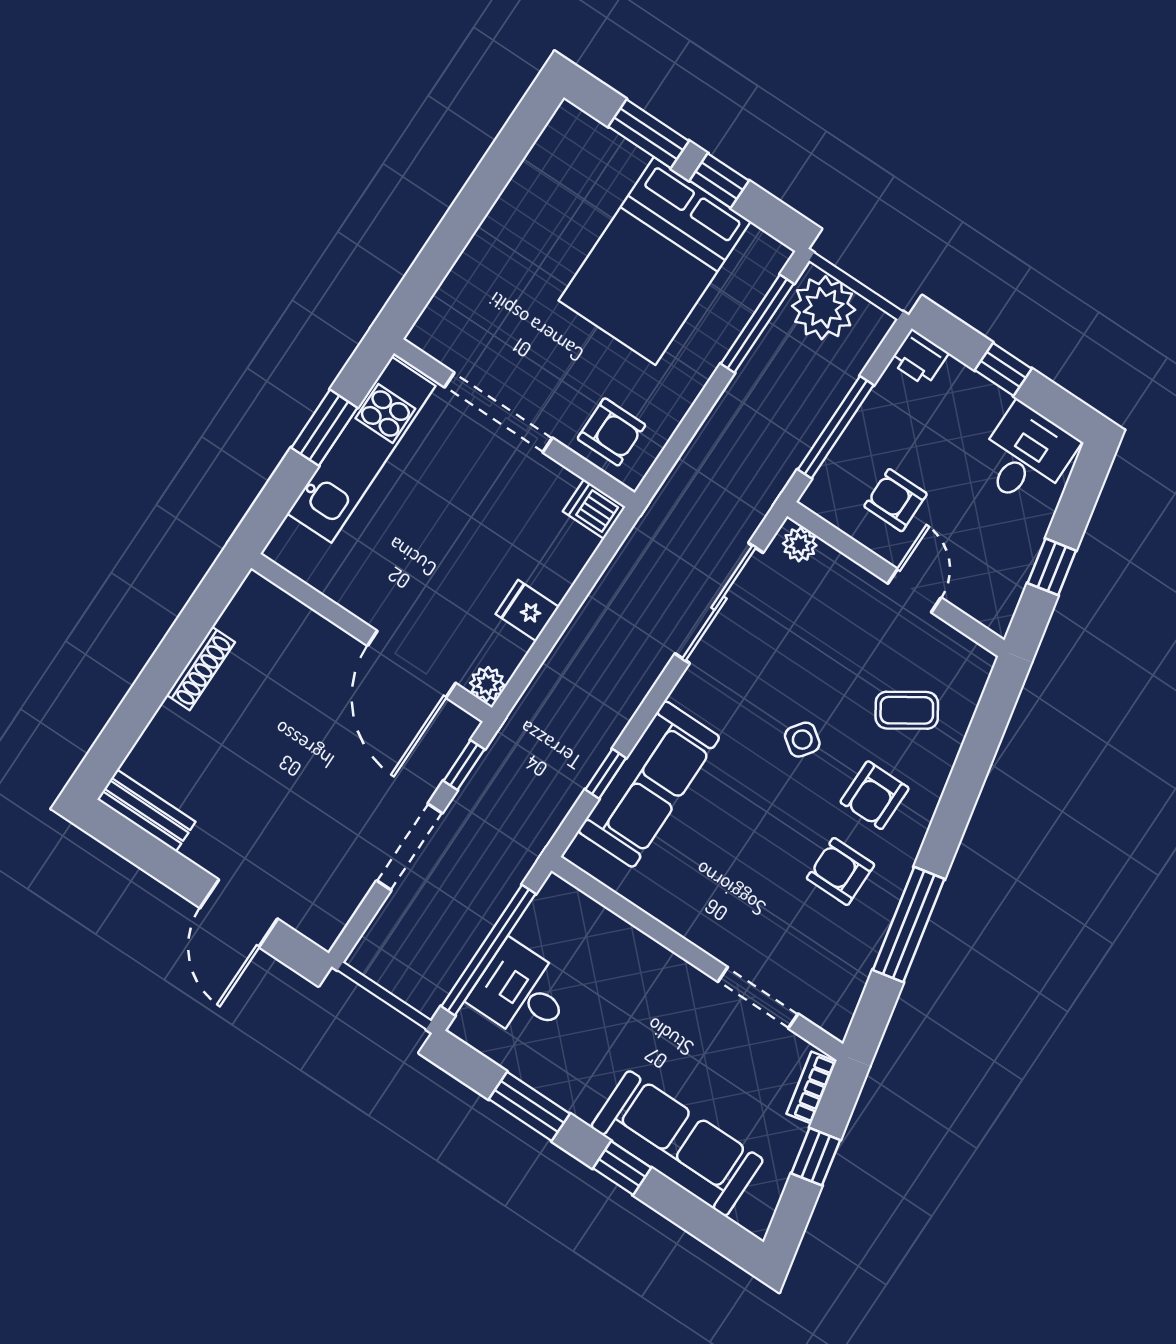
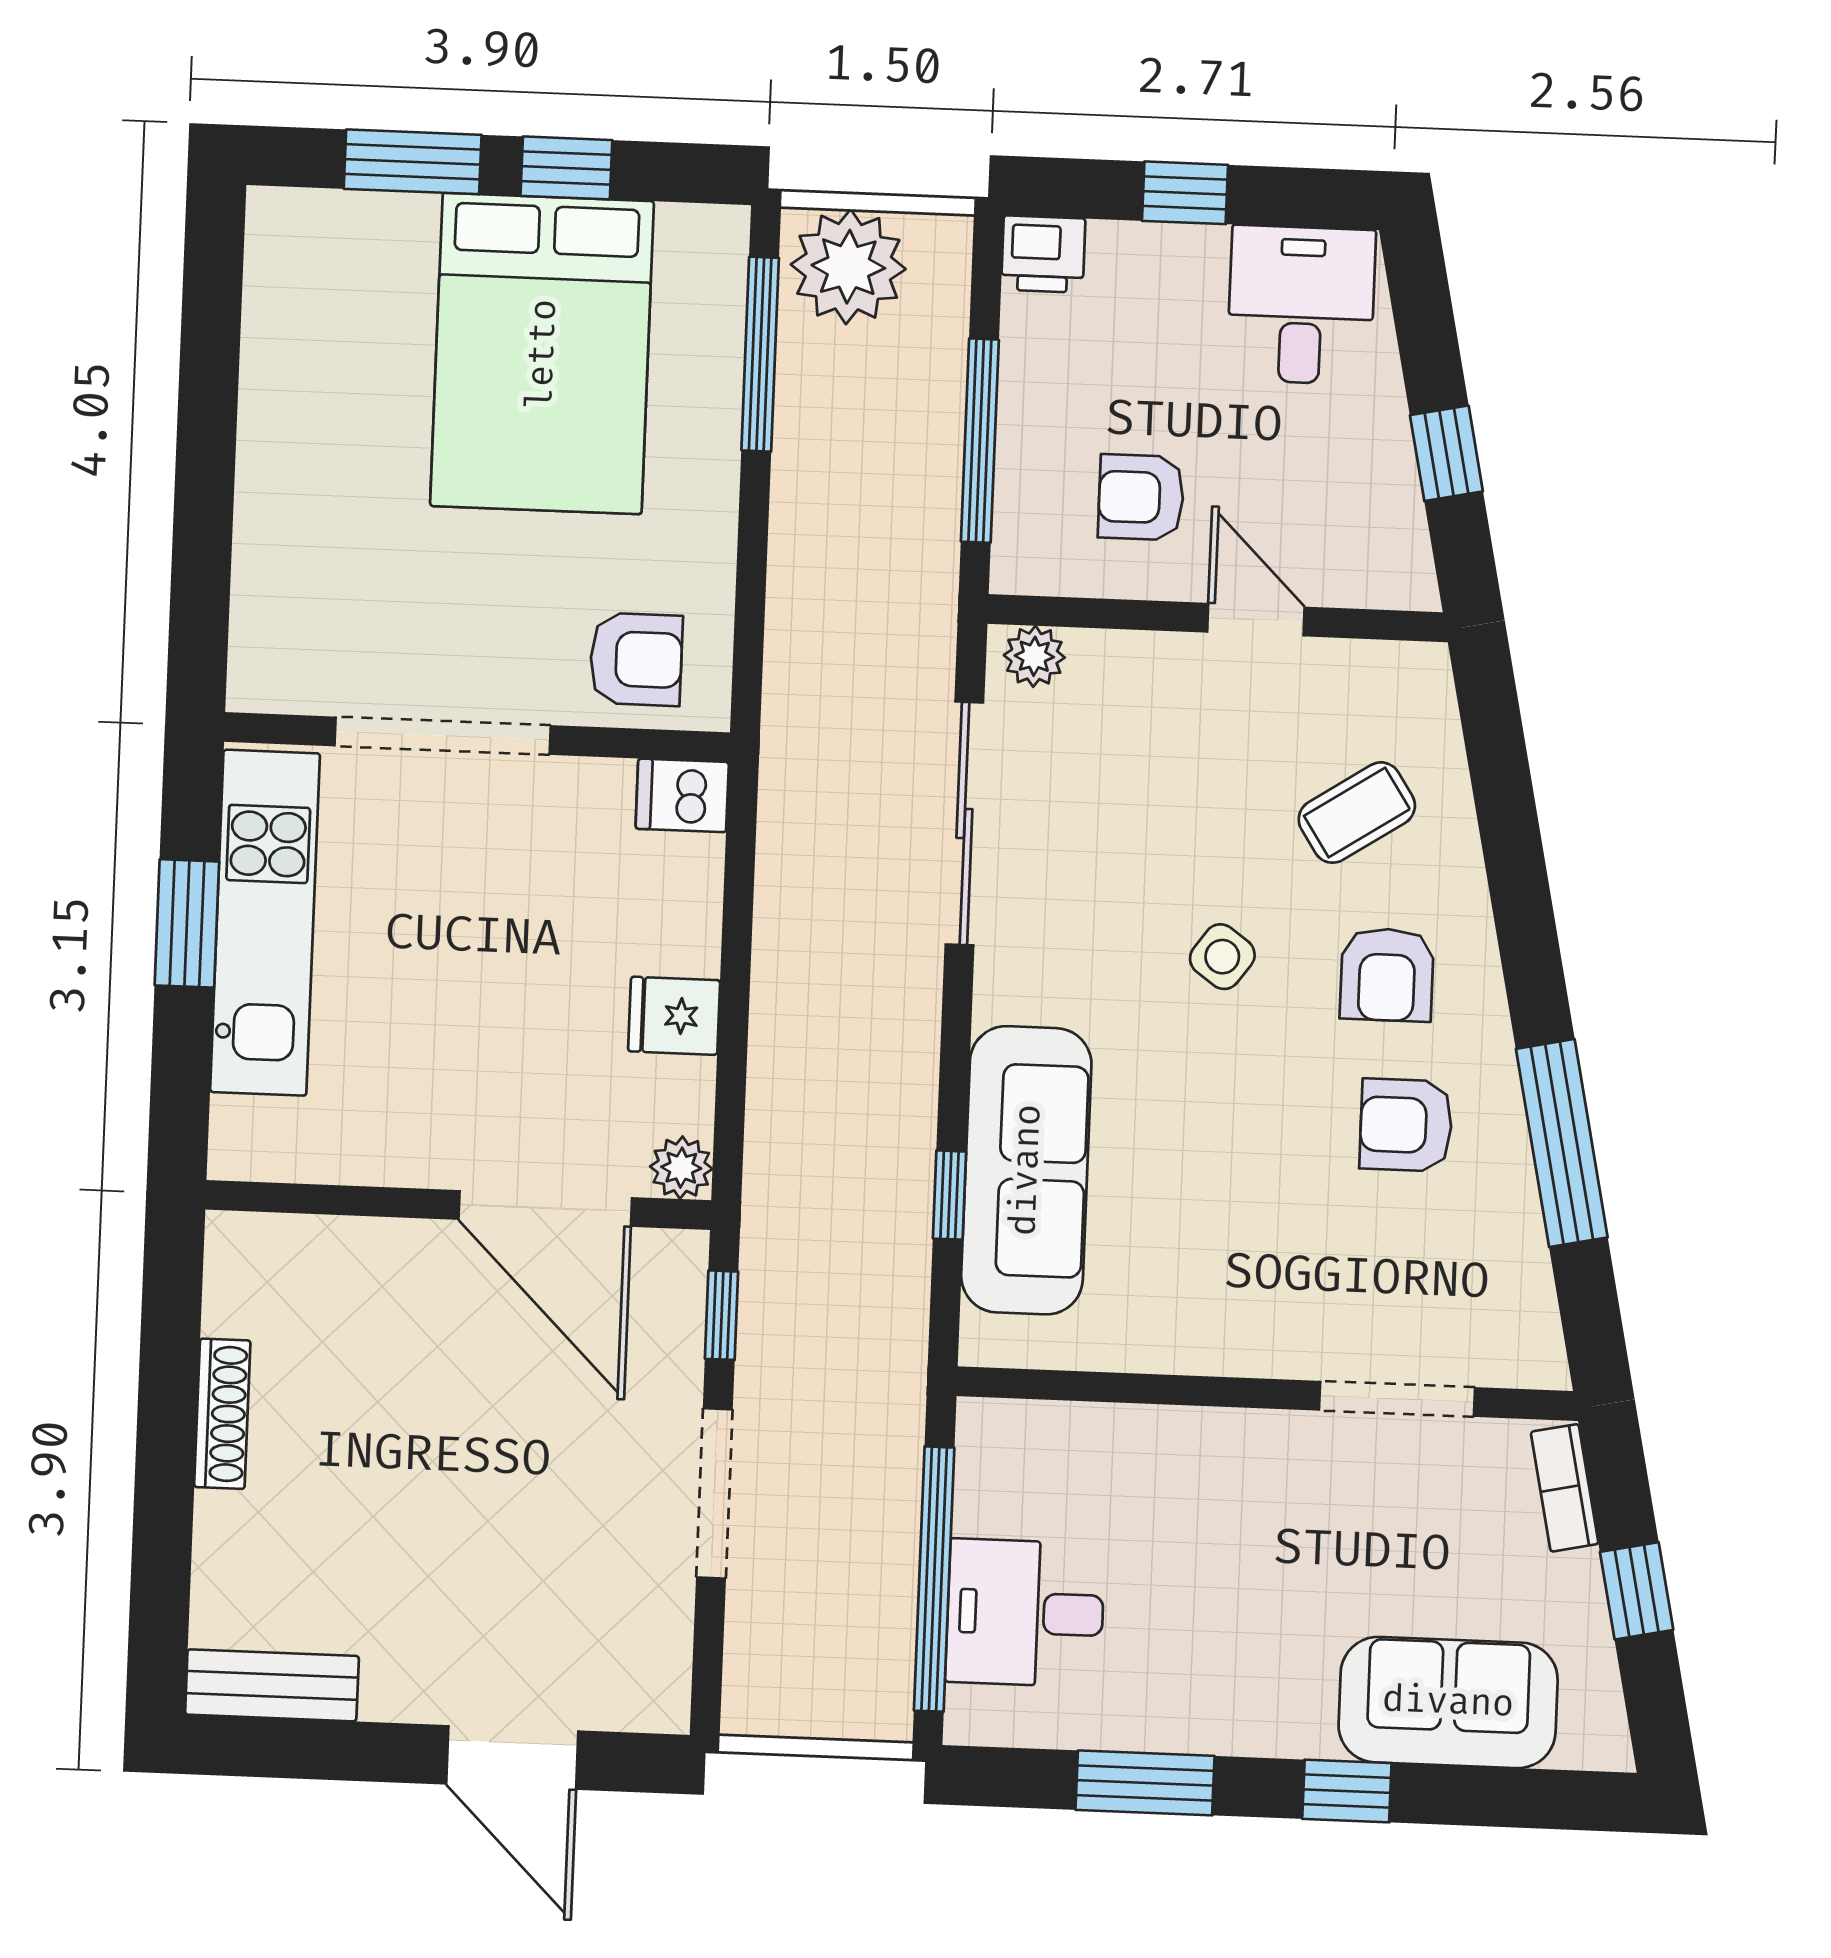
sofa: (677, 1143) -> (1448, 1702), width x0.73

